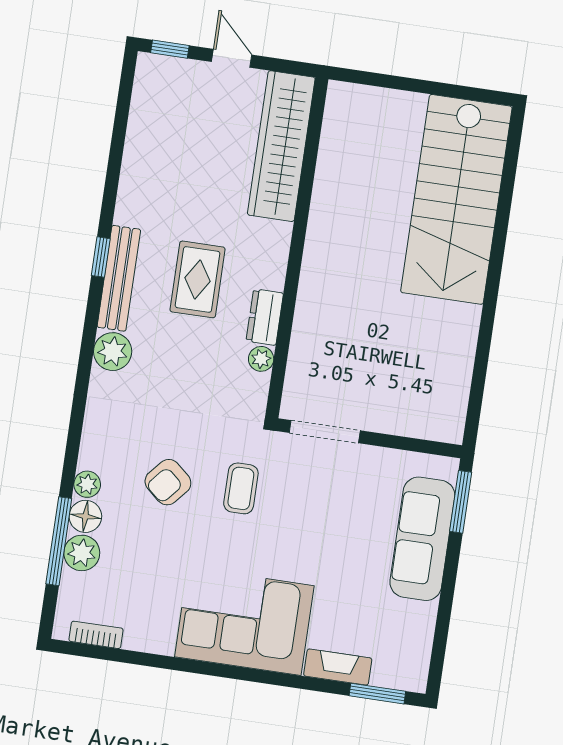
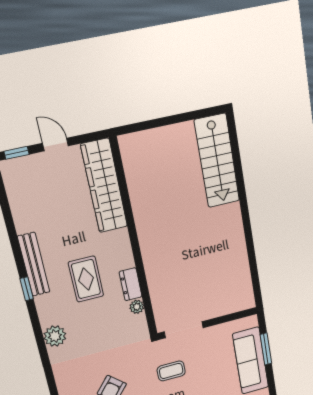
stairs: (456, 199) -> (217, 161), width x0.73, depth x0.66
bench: (119, 278) -> (34, 264), moved
coffee table: (241, 488) -> (171, 371), moved, turned 90
window: (461, 502) -> (266, 349), moved

